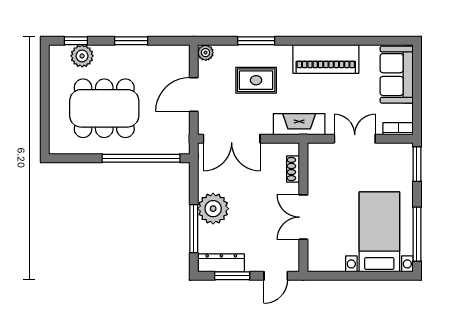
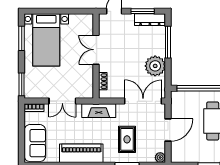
rug: (256, 80) -> (127, 139), turned 90
plant: (213, 209) -> (155, 66), moved
double door: (303, 217) -> (96, 50), swing flipped
window: (417, 234) -> (22, 38), width x0.69

